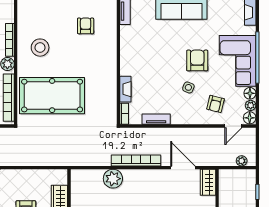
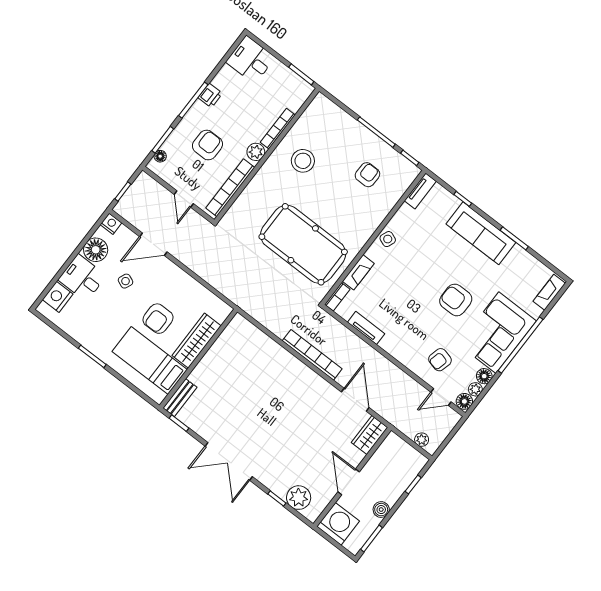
armchair: (197, 60) -> (456, 300), turned -90
side table: (188, 87) -> (388, 239), moved
pool table: (52, 96) -> (303, 244), moved
plant: (113, 179) -> (274, 355), removed

